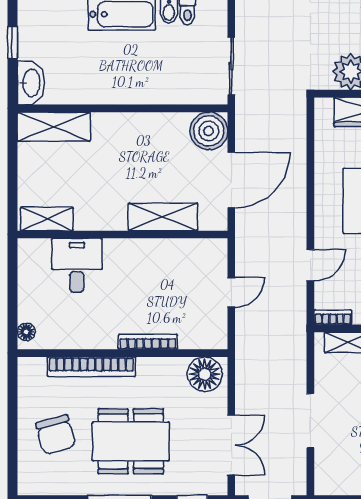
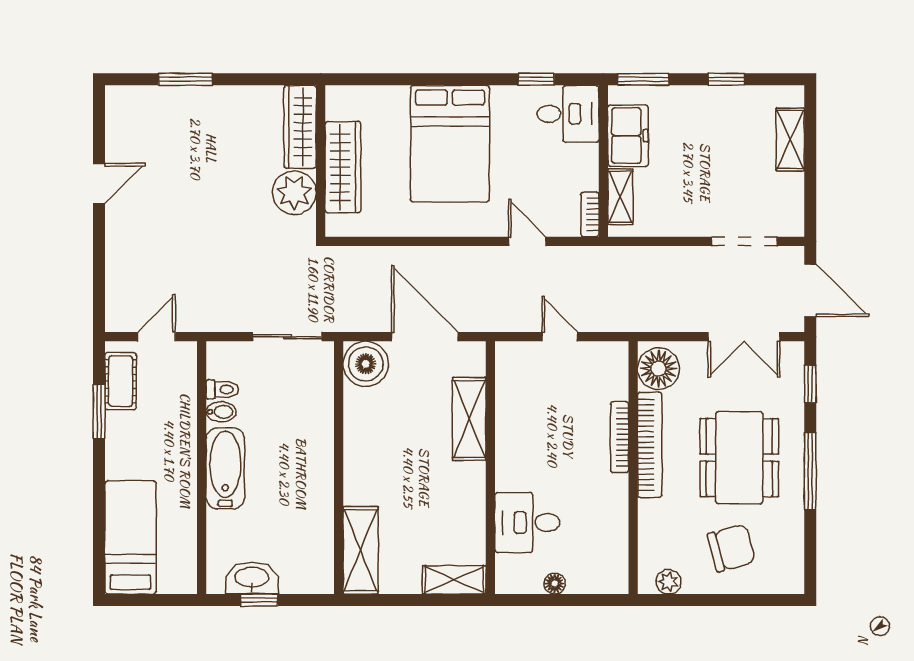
washbasin: (31, 83) -> (252, 578), moved
shelving: (47, 219) -> (454, 580), moved, turned 90
floor lamp: (26, 332) -> (555, 583), moved
bookcase: (91, 367) -> (650, 445), moved
plant: (28, 383) -> (669, 582), added
doorway: (310, 421) -> (744, 241), moved
double door: (231, 445) -> (744, 337), swing flipped

